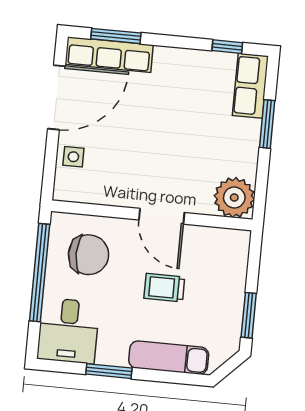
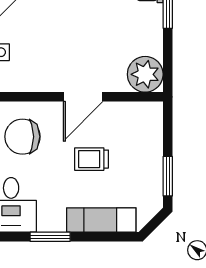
door: (162, 216) -> (83, 97), hinge flipped
chair: (89, 255) -> (22, 137), turned 180

